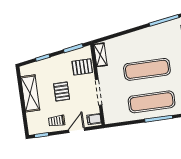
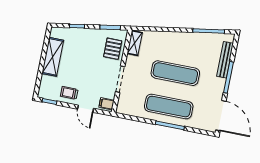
pallet: (82, 67) -> (113, 49), turned 90
pallet: (62, 91) -> (84, 66), removed
door: (77, 130) -> (86, 109), swing flipped

